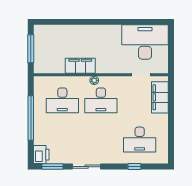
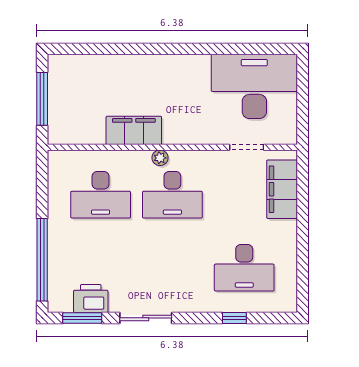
window: (31, 118) -> (42, 260), moved
printer: (41, 155) -> (91, 299), moved, turned -90

